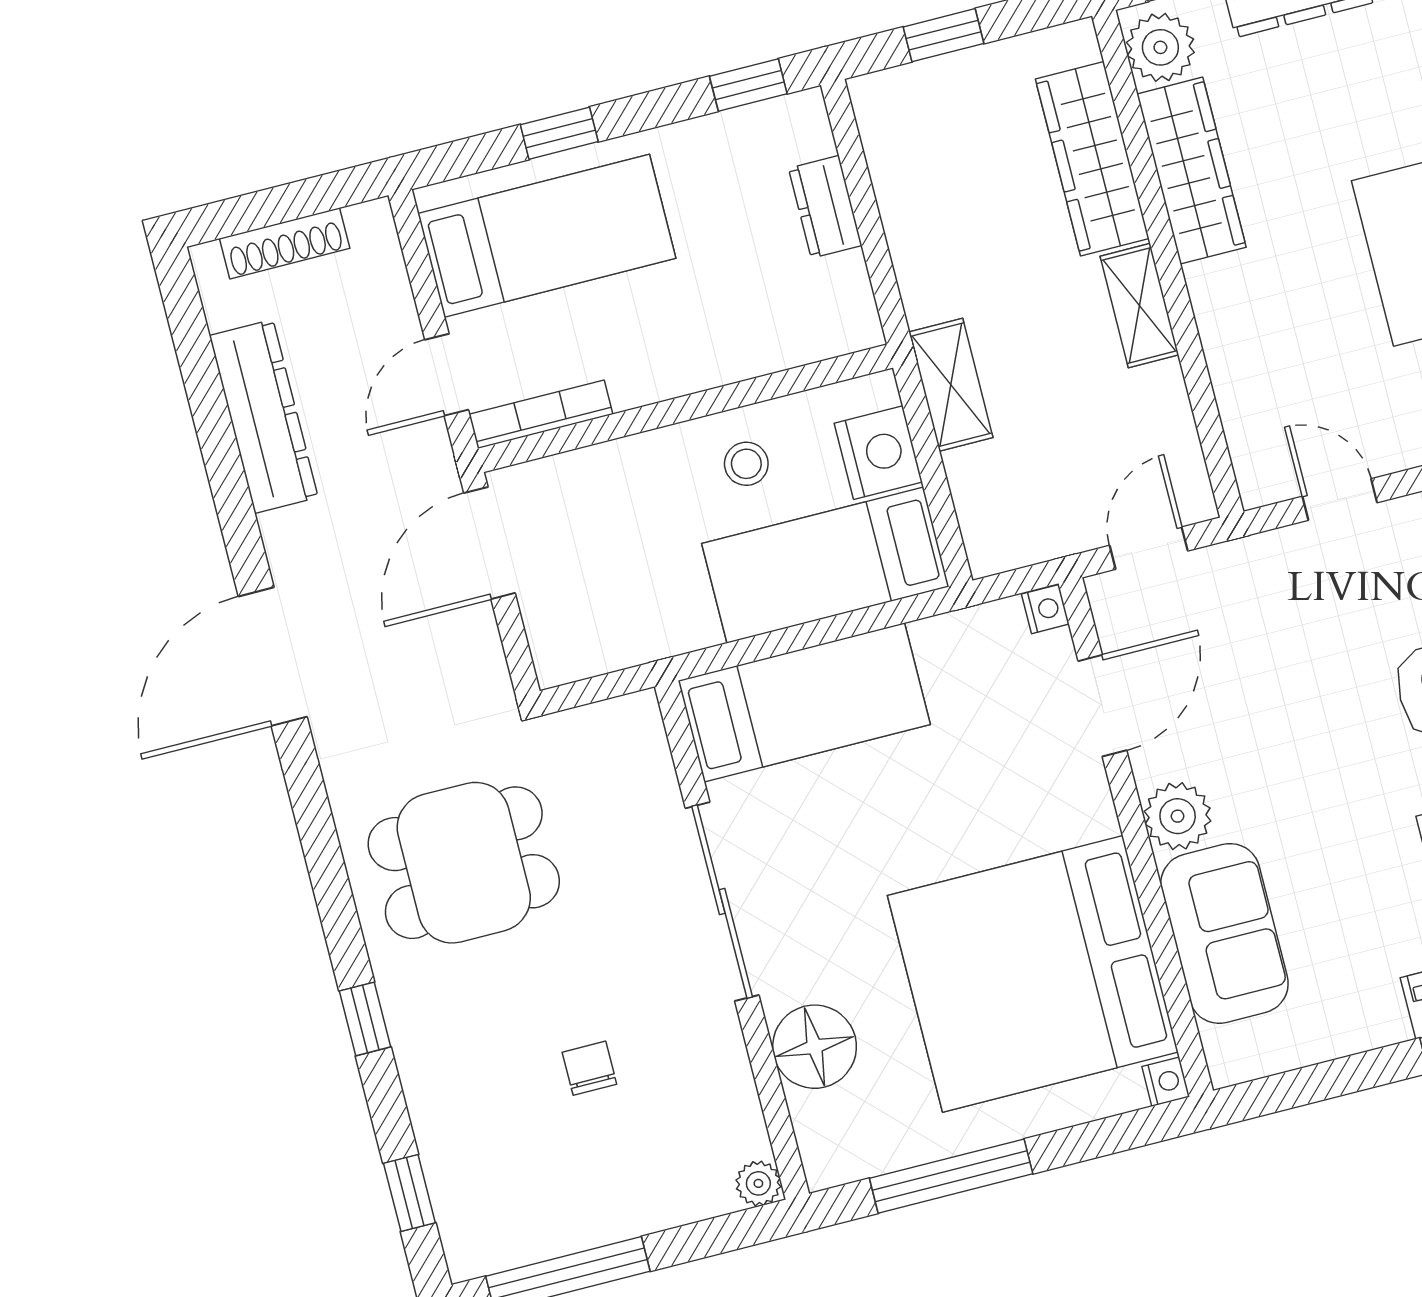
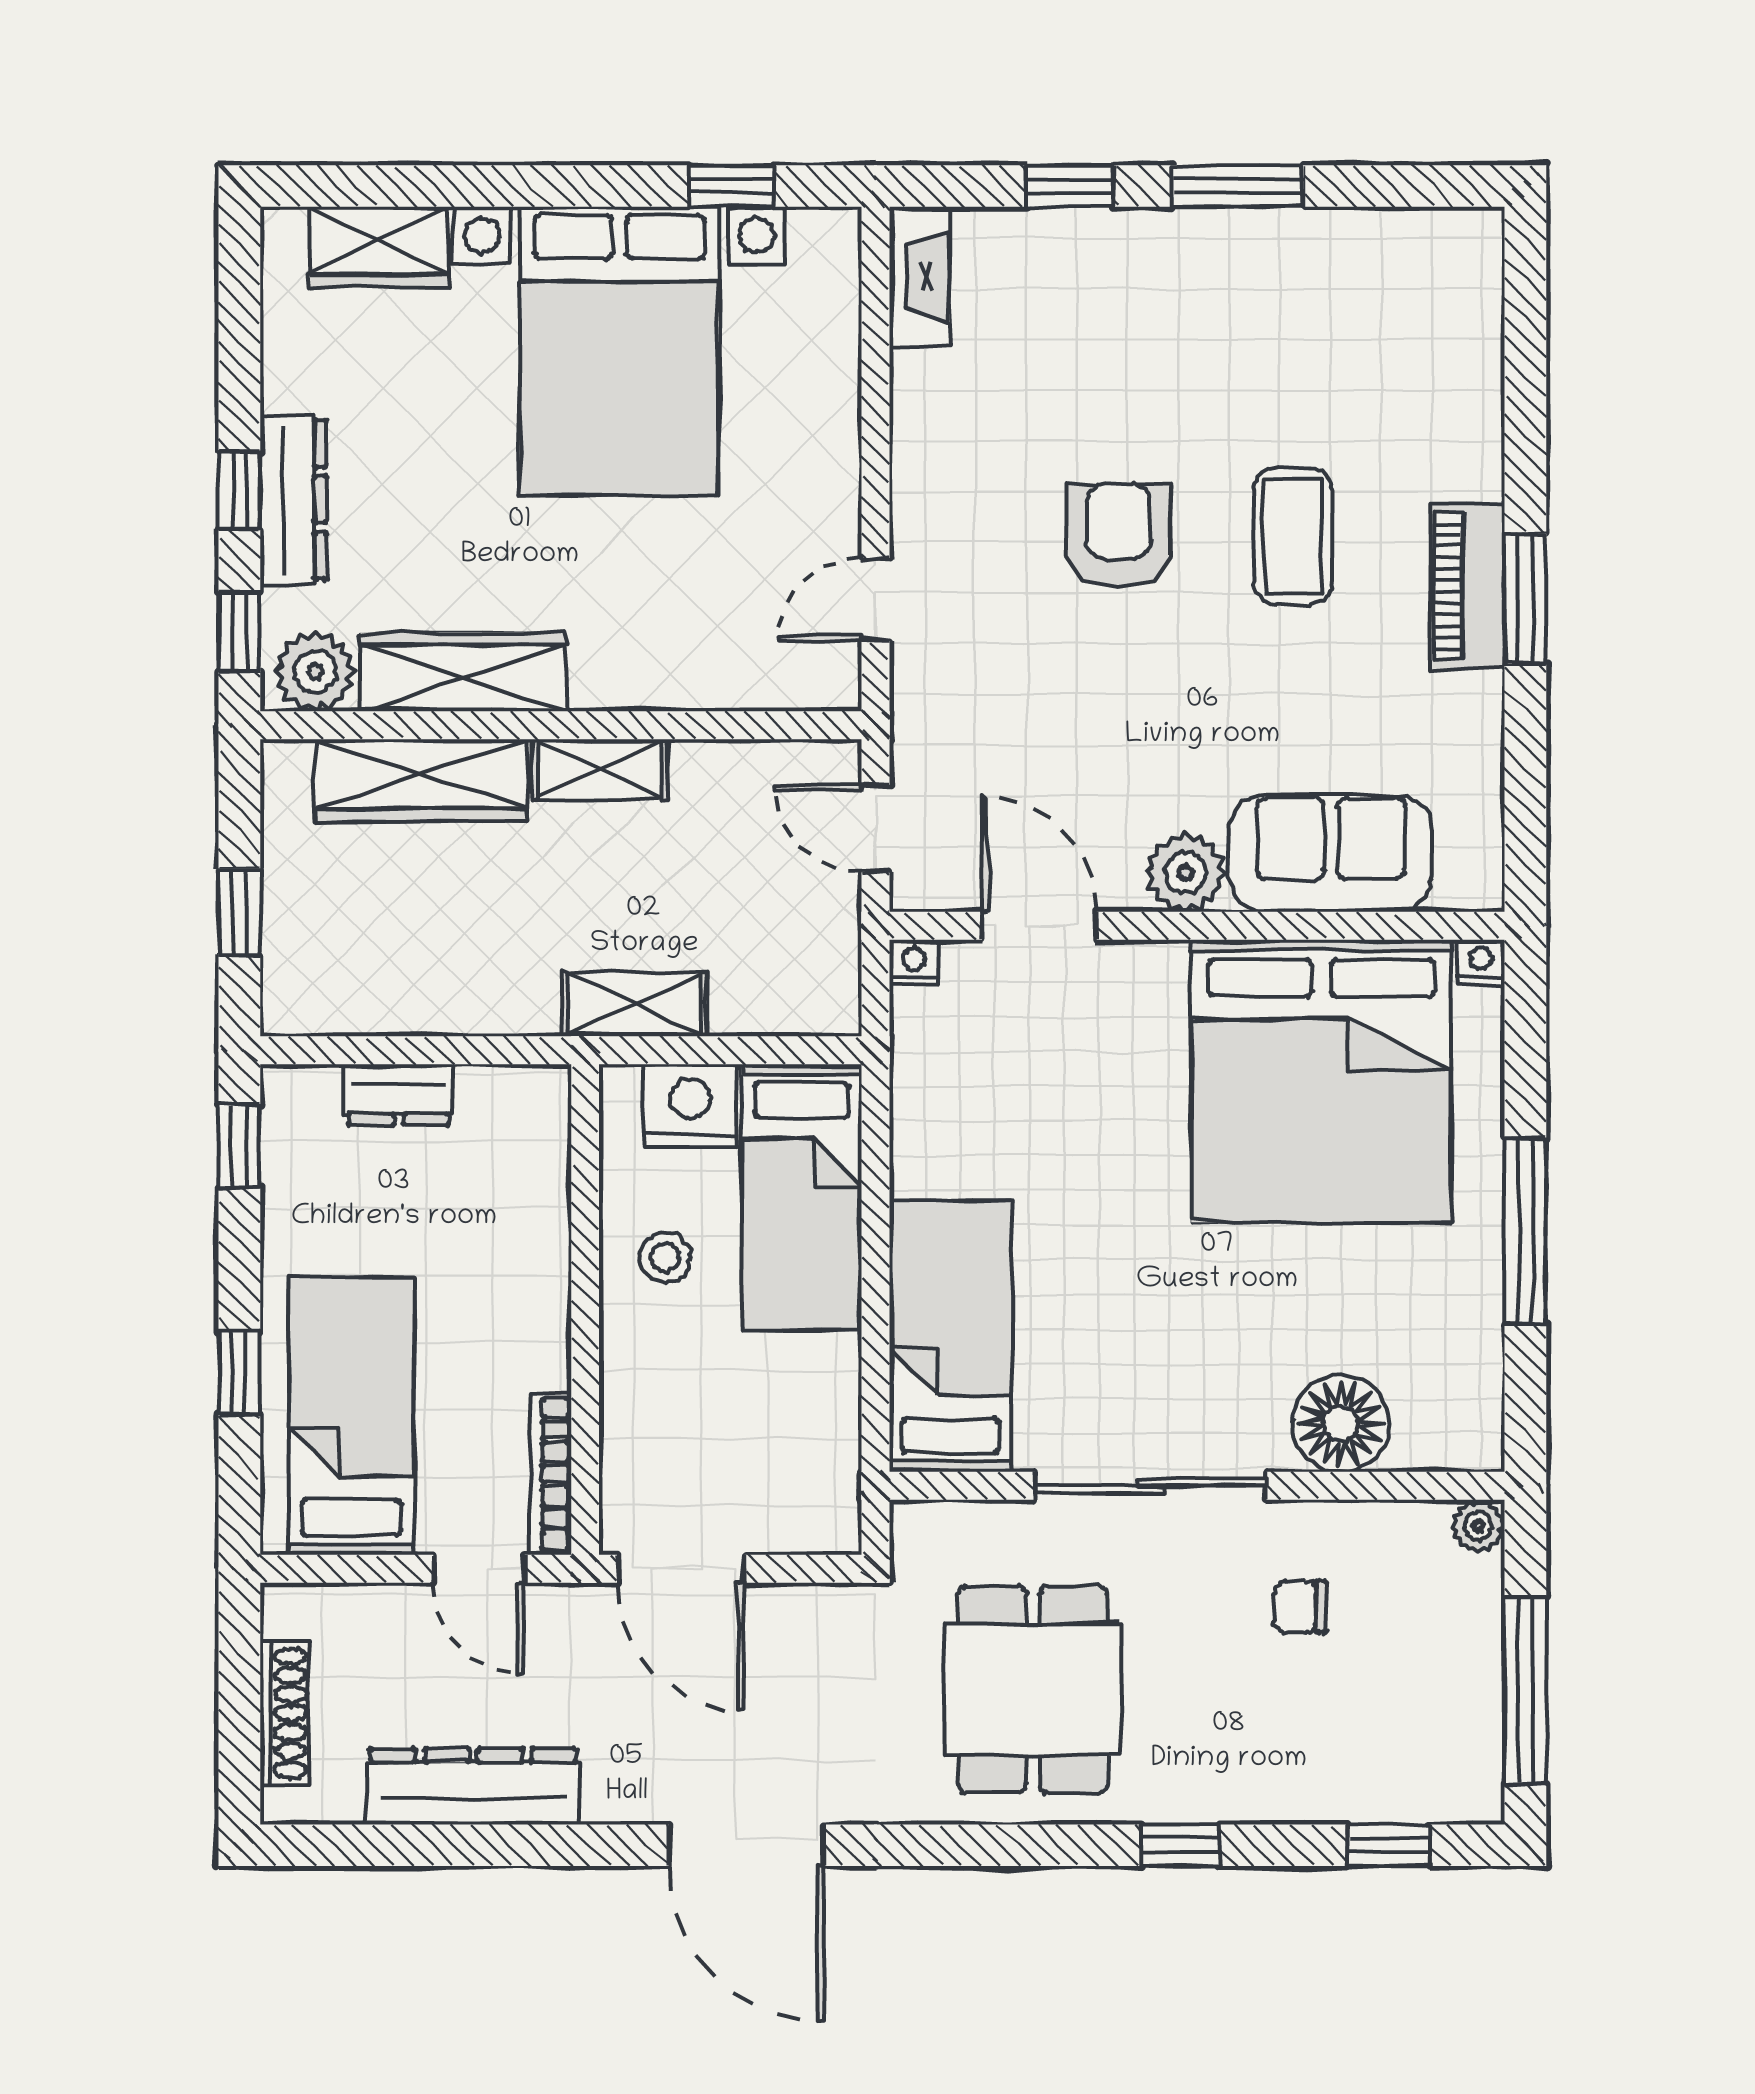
bed: (804, 702) -> (950, 1336), moved
sliding door: (722, 902) -> (1151, 1486), moved
wall: (732, 940) -> (1197, 1486), moved
floor lamp: (815, 1047) -> (1341, 1423), moved
plant: (758, 1183) -> (1478, 1526), moved

